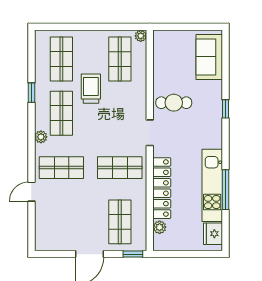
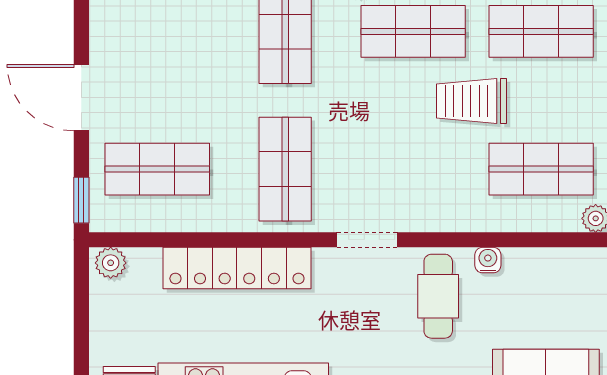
water cooler: (158, 82) -> (488, 260), added
trolley: (91, 89) -> (471, 101), turned 180
plant: (160, 227) -> (111, 263), moved

